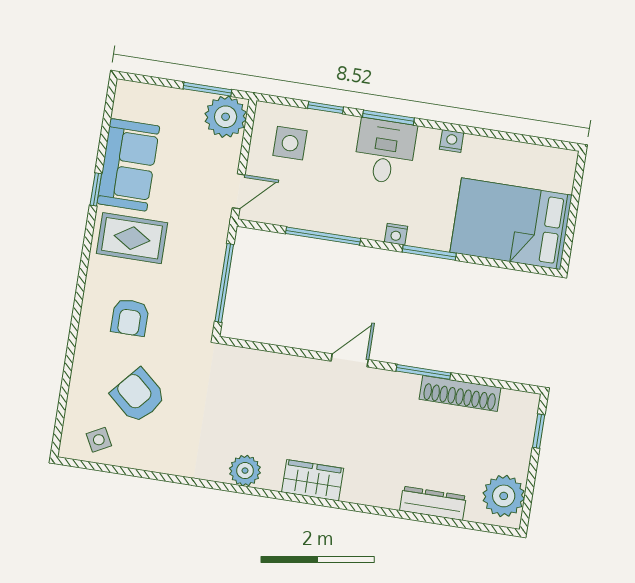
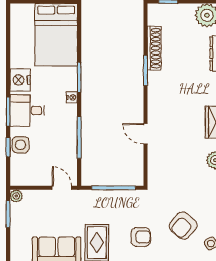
plant: (226, 117) -> (16, 196), width x0.53, depth x0.53
nightstand: (452, 141) -> (20, 80), width x1.89, depth x1.79
side table: (290, 143) -> (21, 145), moved
door: (350, 360) -> (145, 134), moved

